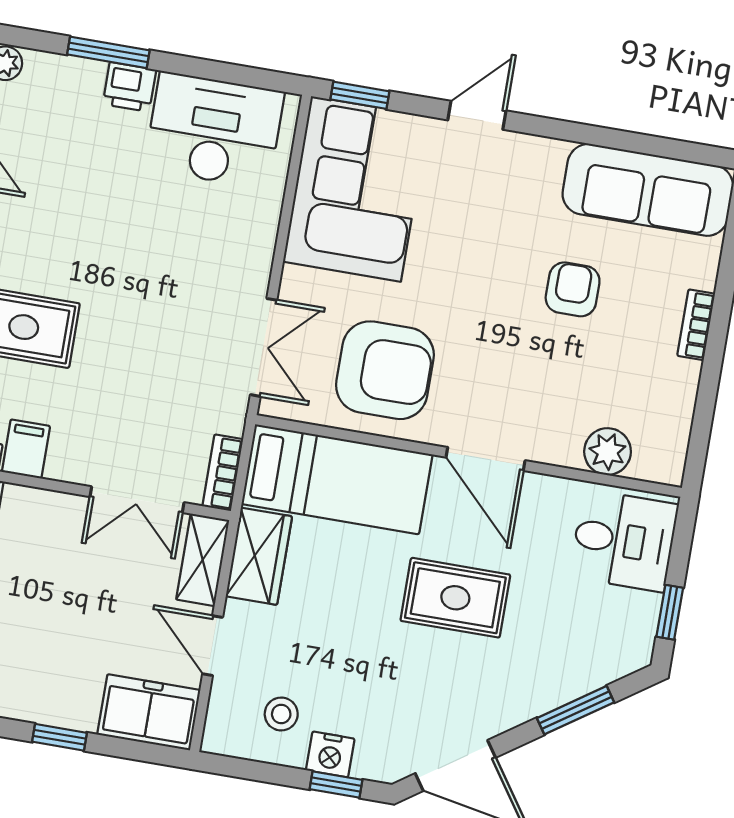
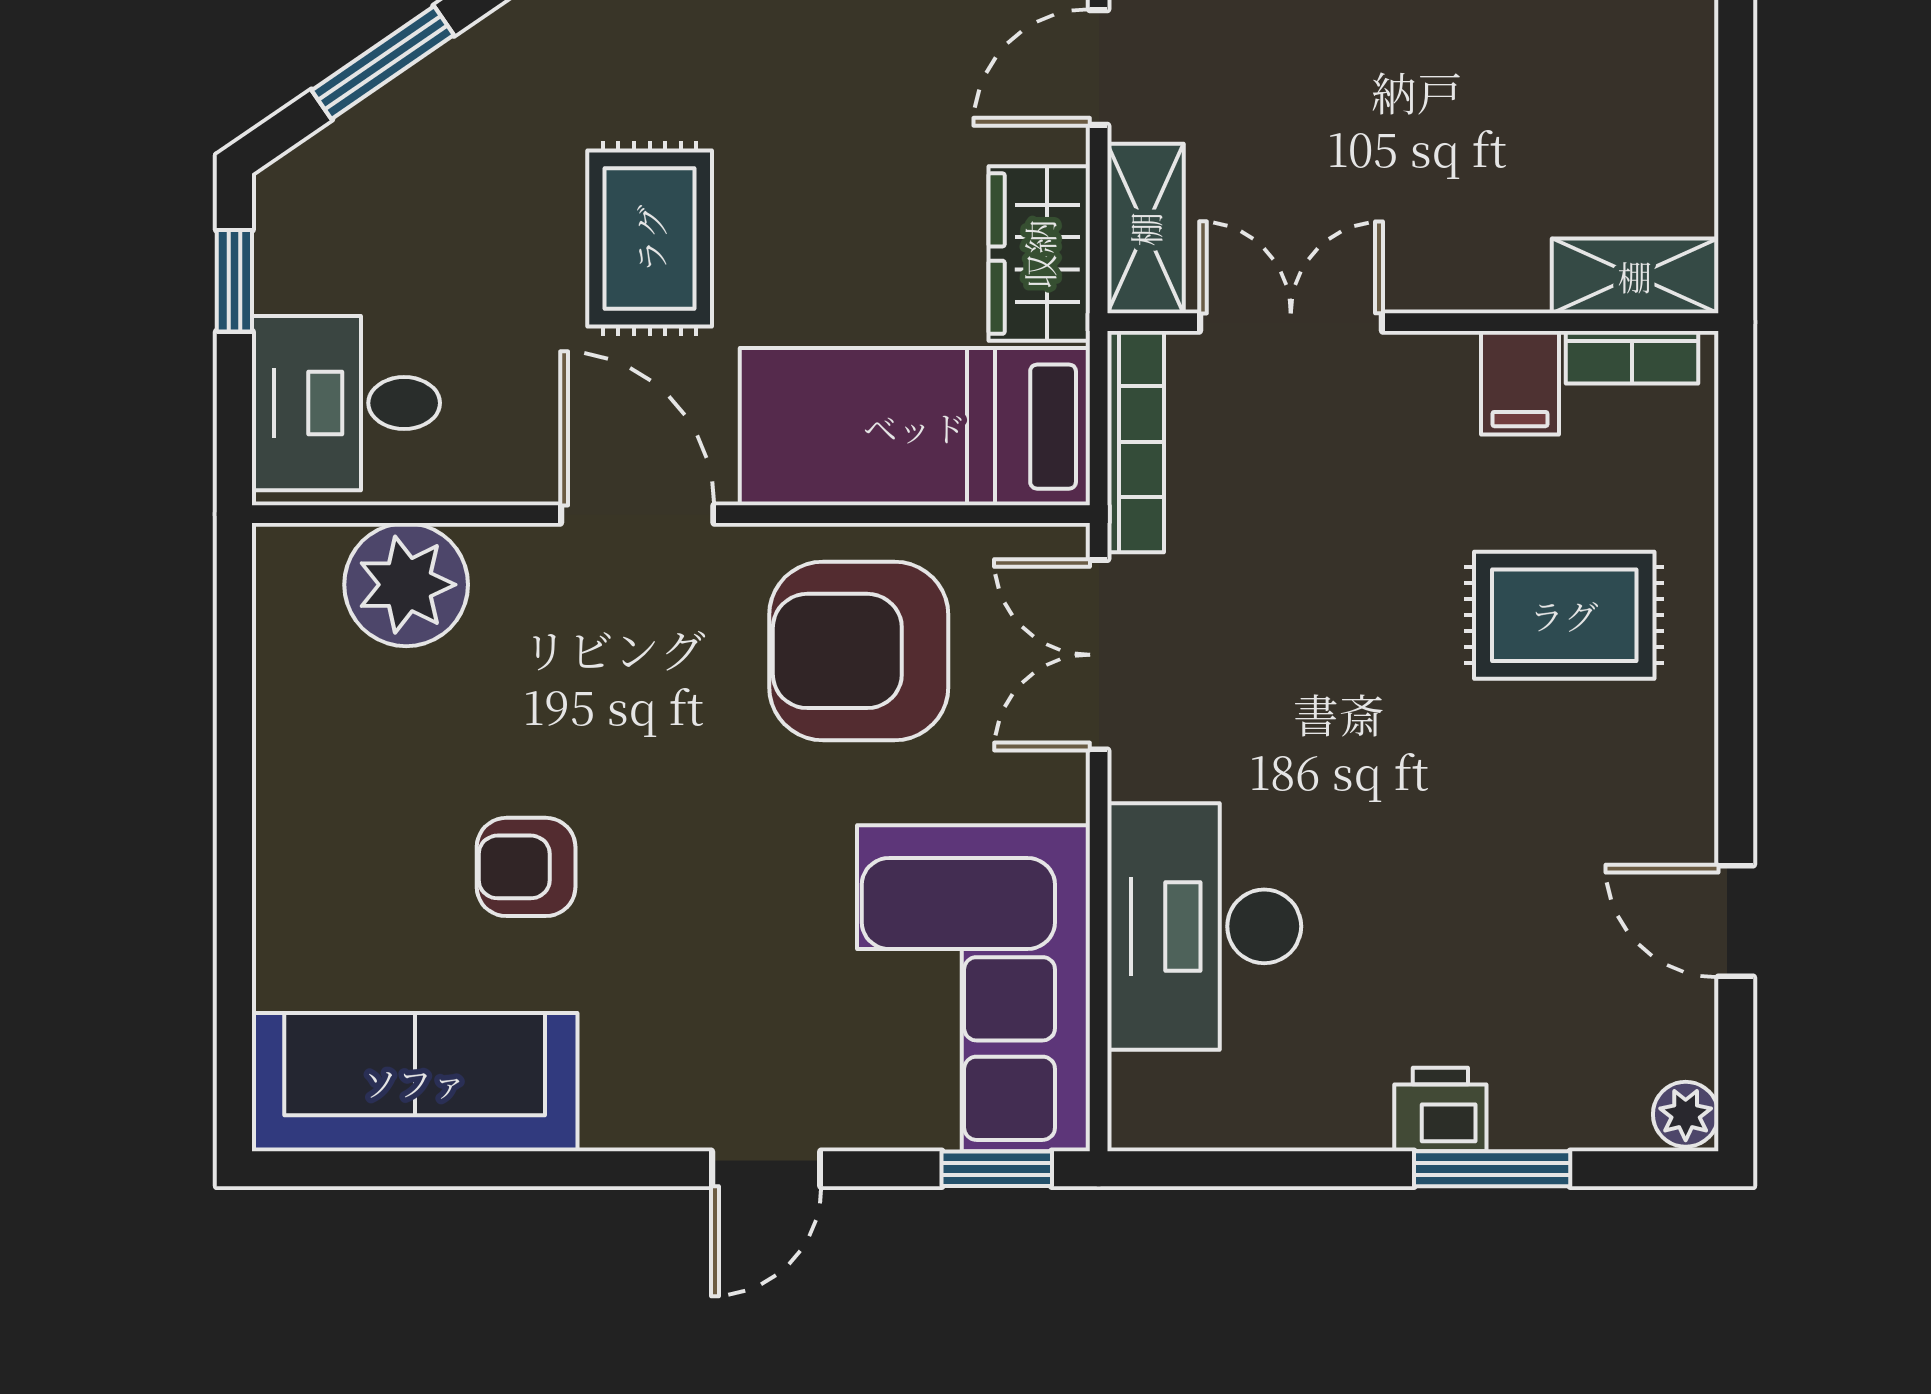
desk: (214, 130) -> (1204, 926), moved, turned 90
armchair: (573, 289) -> (526, 867), turned 90
bookcase: (696, 325) -> (278, 840), removed
plant: (608, 452) -> (406, 585), width x1.36, depth x1.36
bookcase: (223, 473) -> (1136, 442), width x1.56
rug: (455, 598) -> (650, 239), turned 90
door: (213, 646) -> (1099, 68), swing flipped

